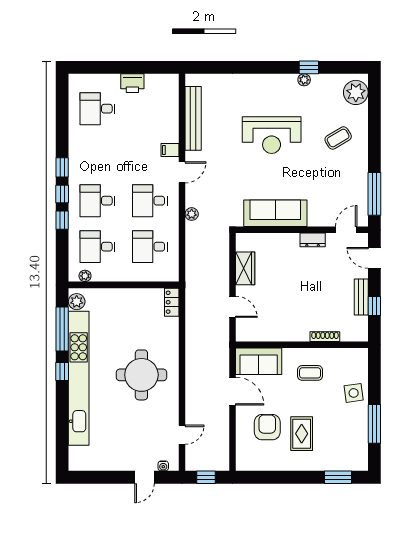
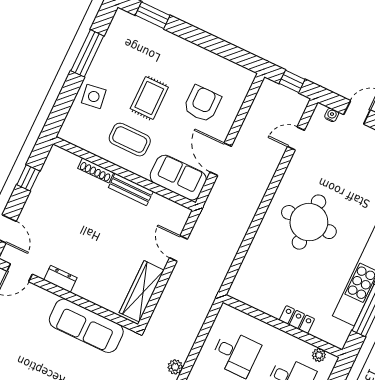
wardrobe: (245, 268) -> (142, 291), width x1.50
bench: (361, 297) -> (131, 189), moved, turned 90
plant: (77, 302) -> (341, 332), removed
locker: (172, 302) -> (297, 320), moved, turned -90
coffee table: (310, 373) -> (130, 140), width x1.36, depth x1.30
armchair: (267, 427) -> (202, 104), turned 180
rug: (302, 434) -> (149, 98), moved

